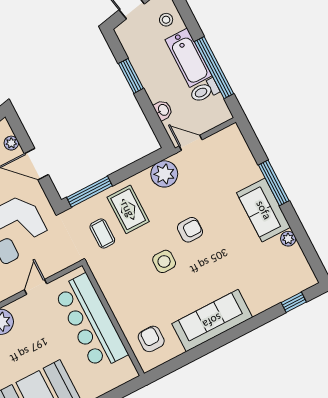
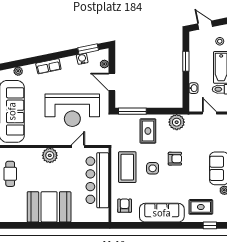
door: (191, 143) -> (209, 113), moved
coffee table: (102, 233) -> (127, 167), moved, width x1.86, depth x1.72
rug: (266, 282) -> (201, 207), added

